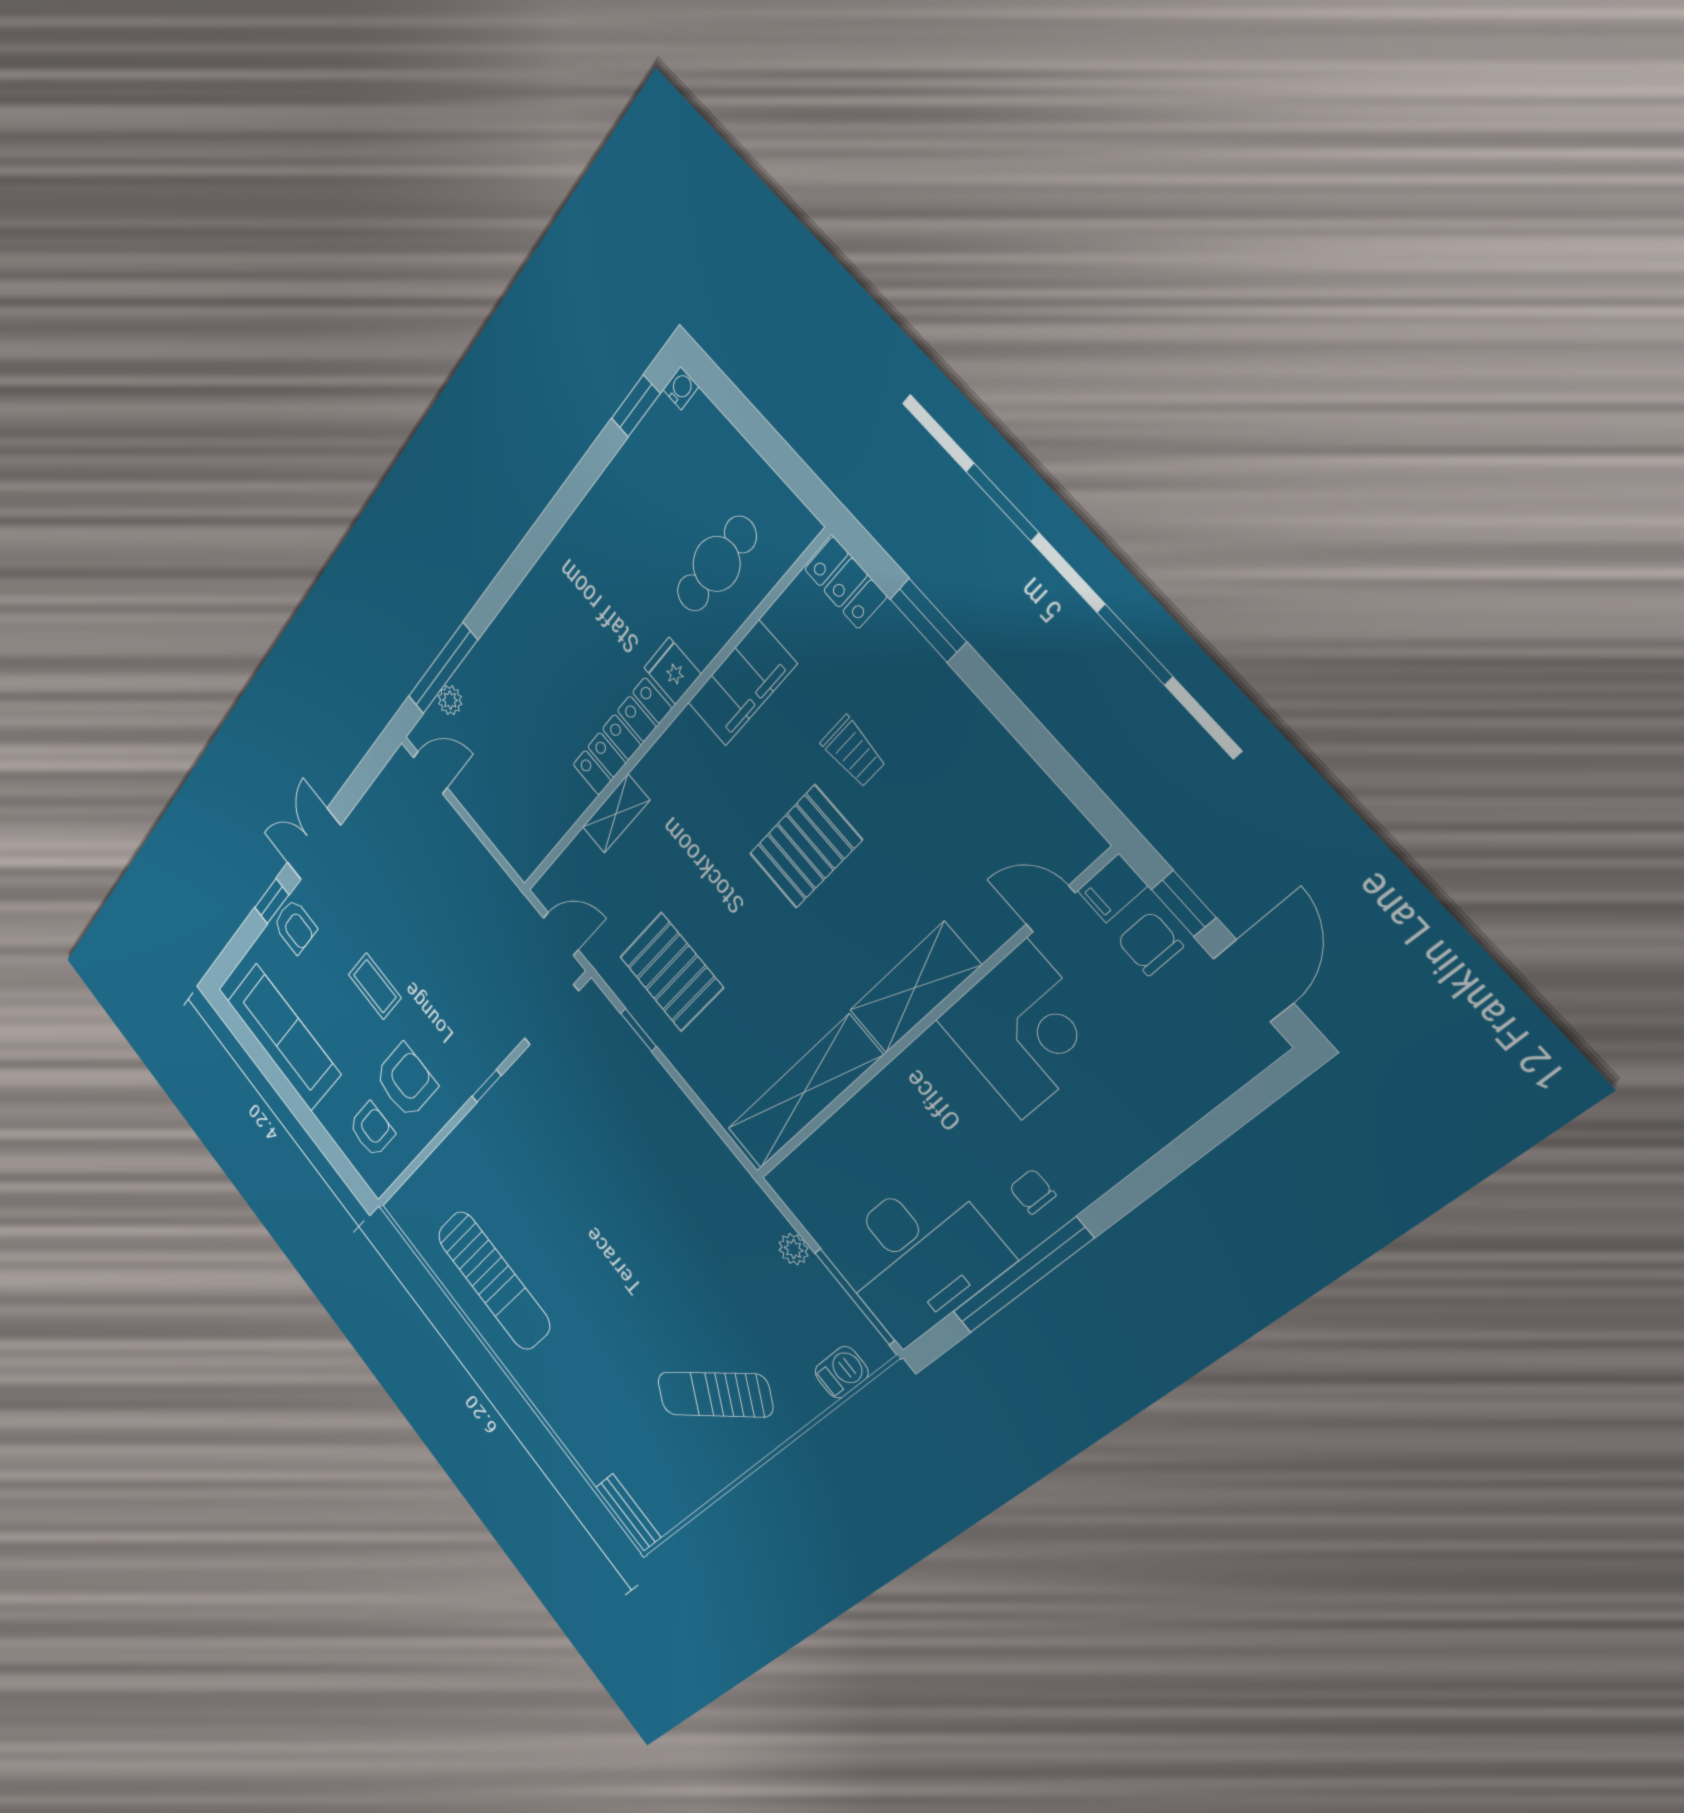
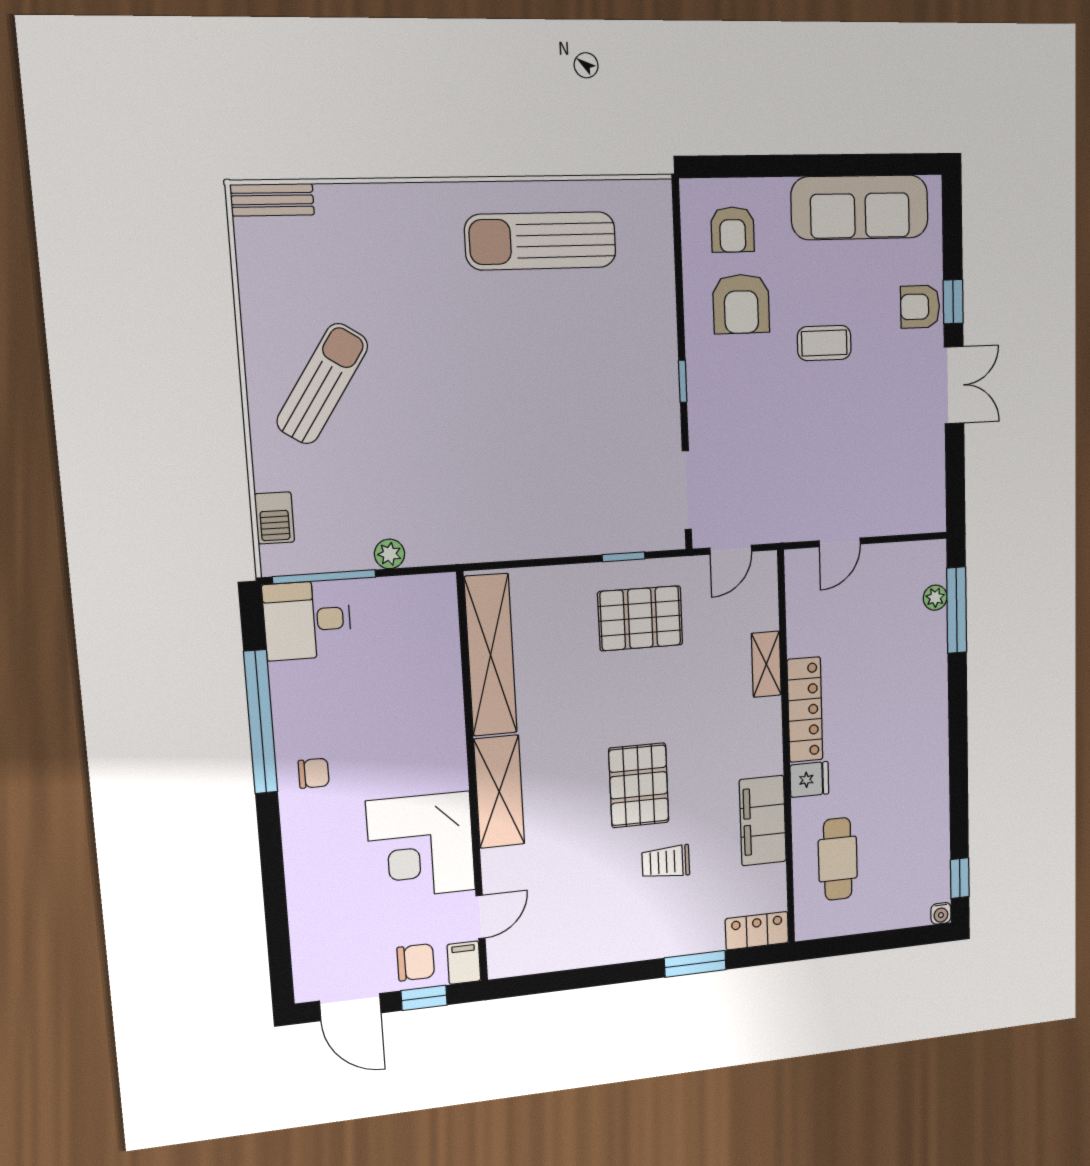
door: (430, 773) -> (840, 542), moved
desk: (918, 1256) -> (307, 620), width x0.53, depth x0.77

